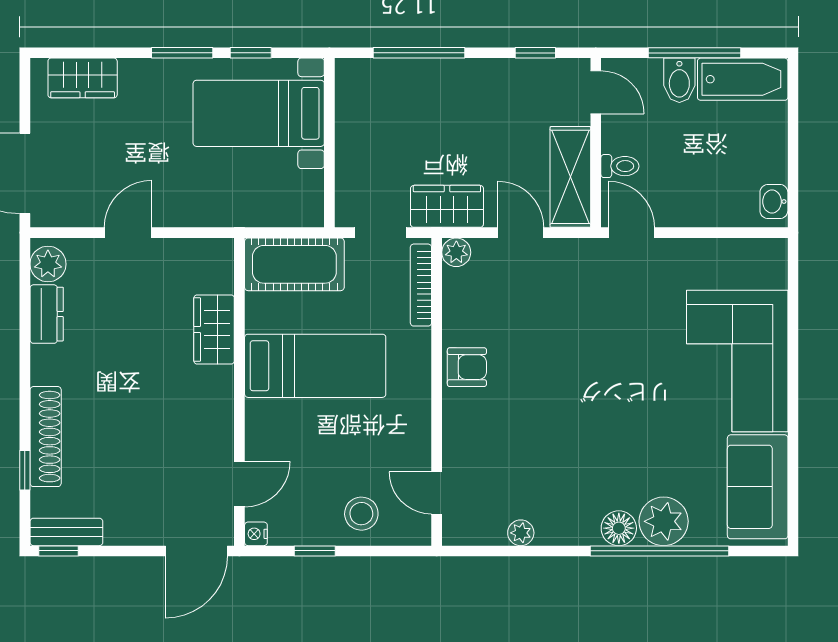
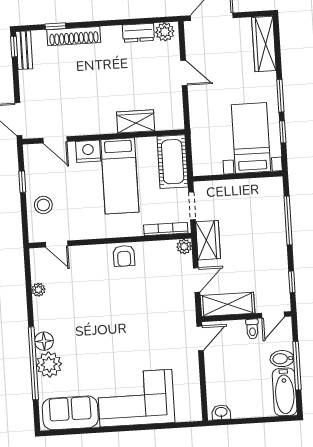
wardrobe: (83, 78) -> (264, 44), width x1.50
toilet: (620, 166) -> (252, 329), moved
door: (437, 493) -> (57, 244), swing flipped
nightstand: (256, 534) -> (88, 151), moved, width x1.89, depth x1.79

